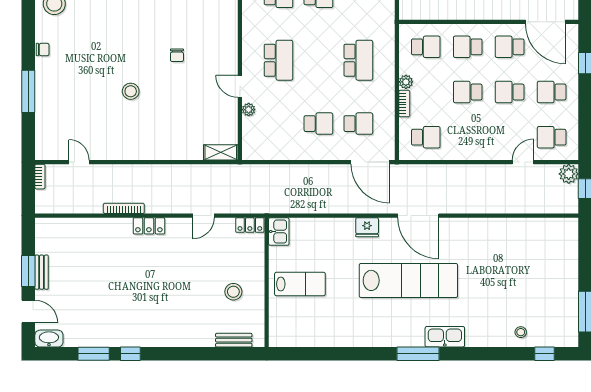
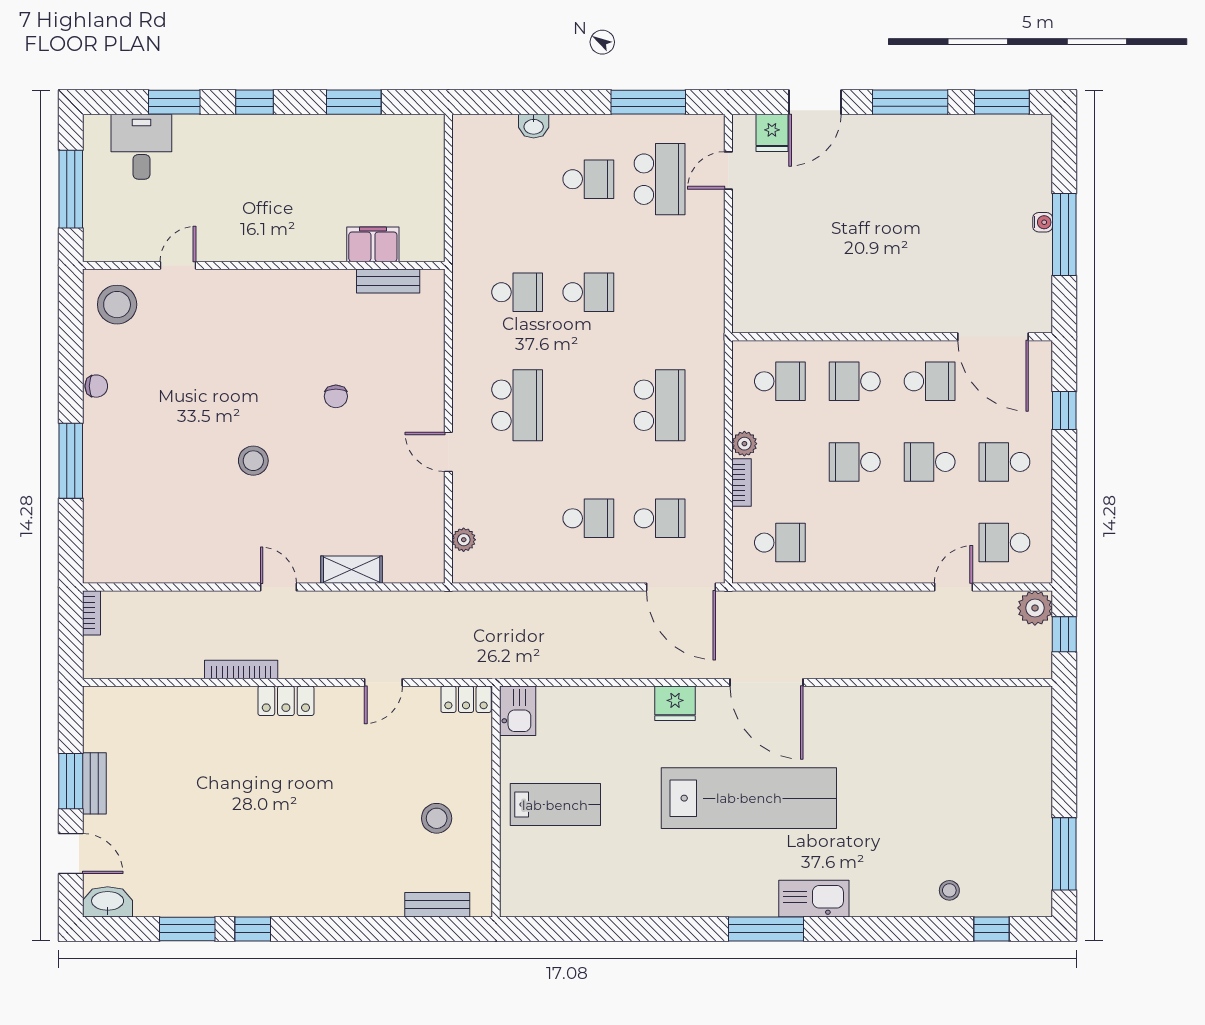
school desk: (510, 47) -> (930, 381), turned 180
plant: (249, 110) -> (464, 540), moved
shelving: (221, 152) -> (352, 570), moved
door: (79, 162) -> (278, 587), moved

